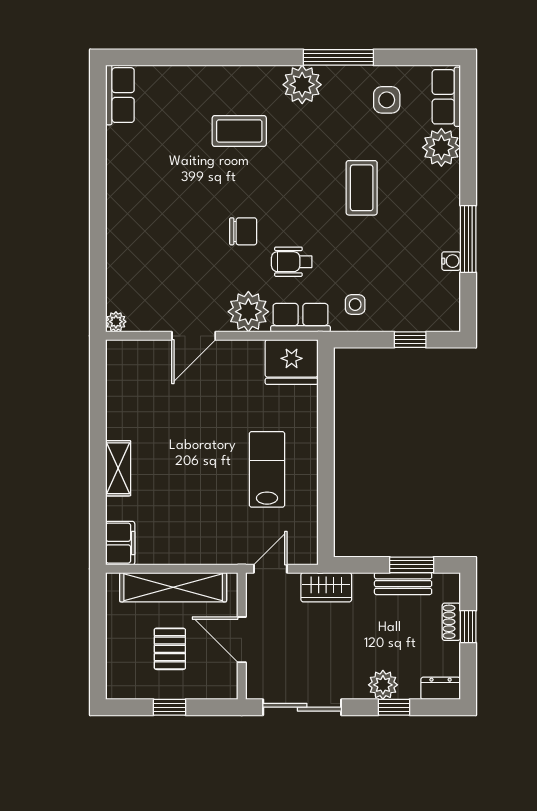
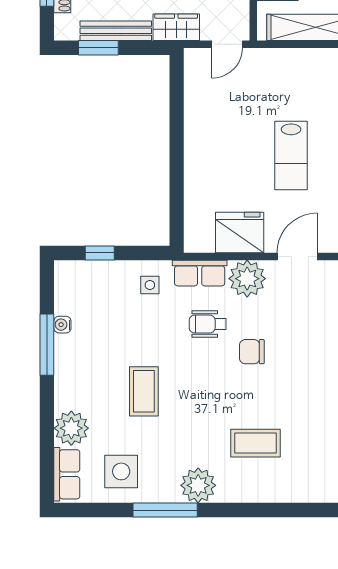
side table: (387, 100) -> (121, 471), width x1.37, depth x1.37
wheelchair: (292, 262) -> (208, 324), turned 180
fridge: (292, 362) -> (240, 233), moved
lab bench: (267, 469) -> (291, 156), moved
bench: (403, 584) -> (116, 31), width x1.36

